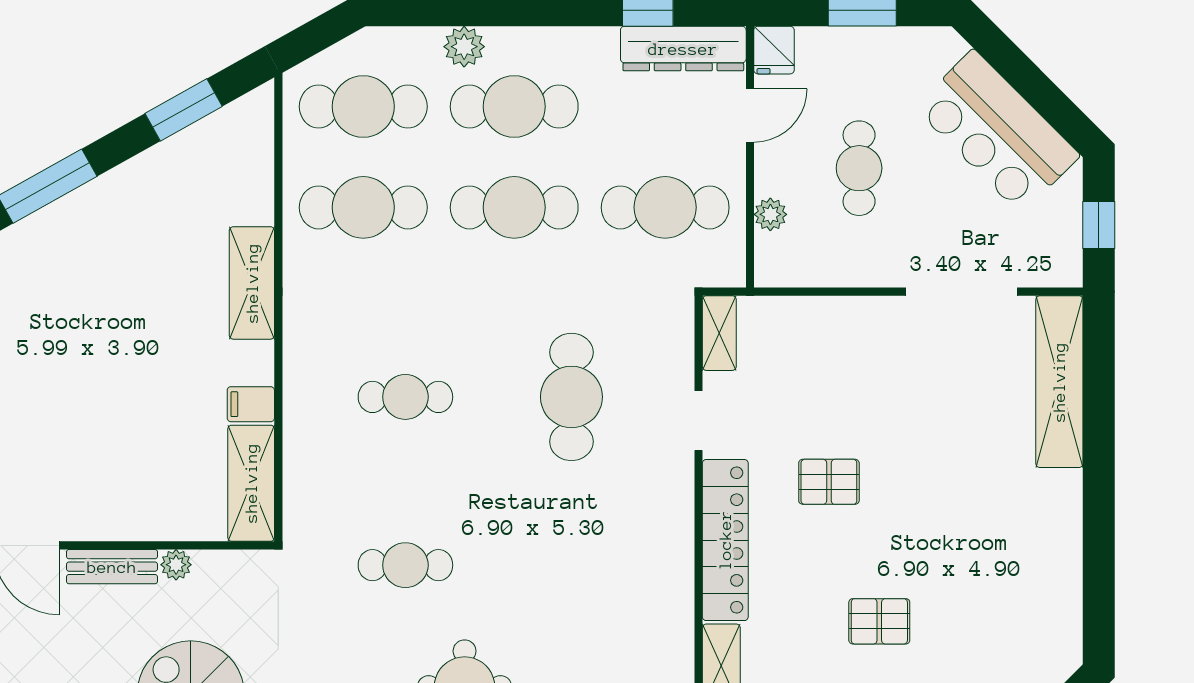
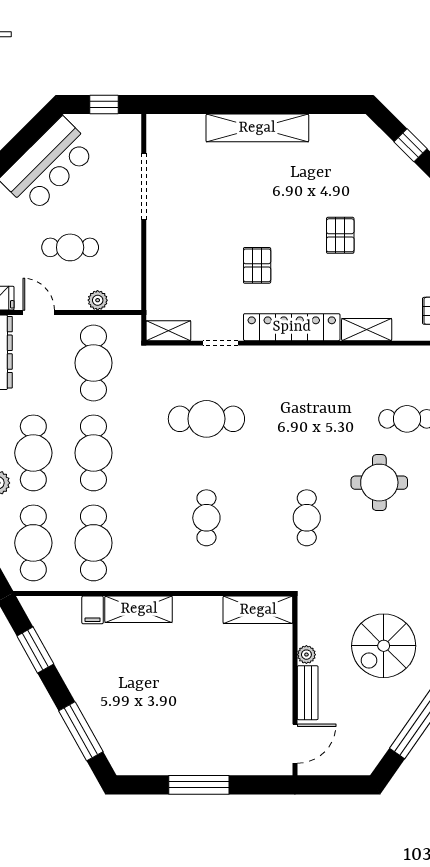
shelving: (1059, 382) -> (257, 128), moved
filing cabinet: (251, 404) -> (93, 610), moved

